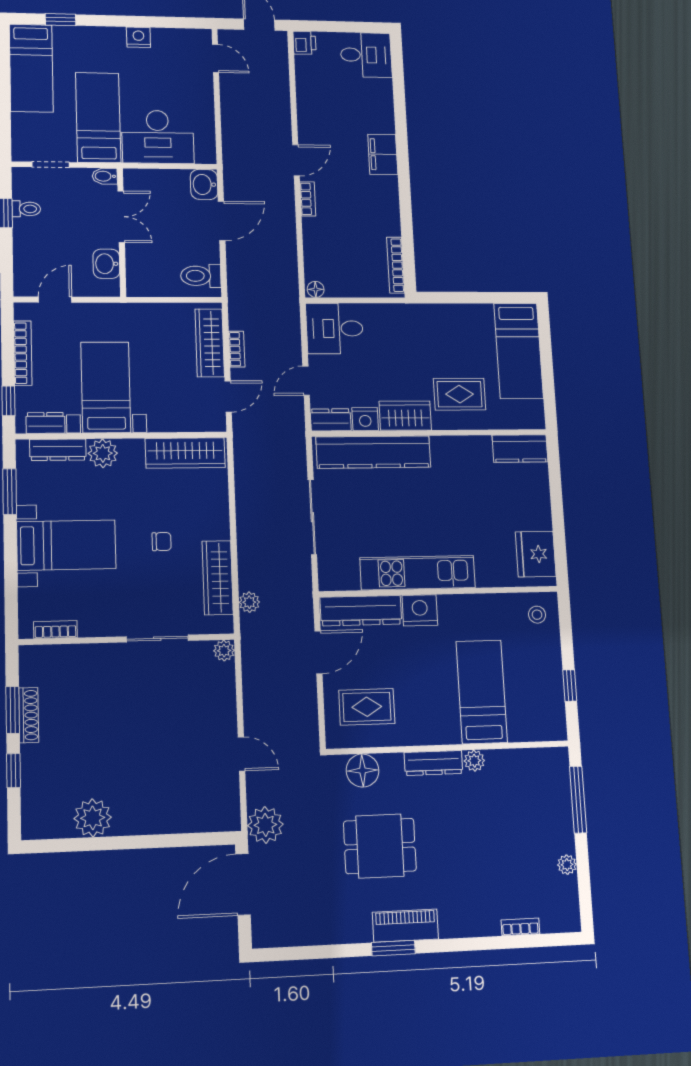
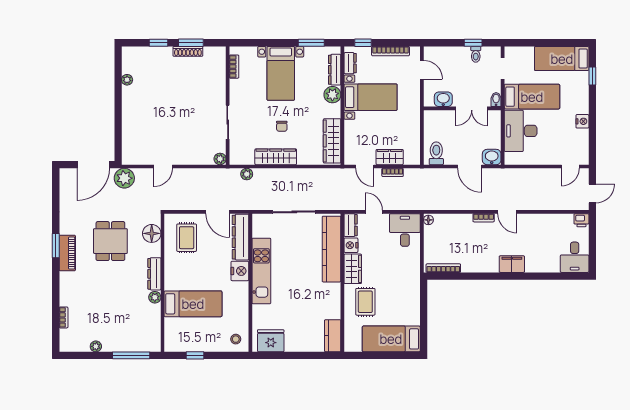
wardrobe: (210, 343) -> (390, 157), width x0.67
wardrobe: (218, 578) -> (276, 157), moved
plant: (93, 818) -> (127, 80), width x0.53, depth x0.53
door: (243, 884) -> (93, 165), swing flipped

